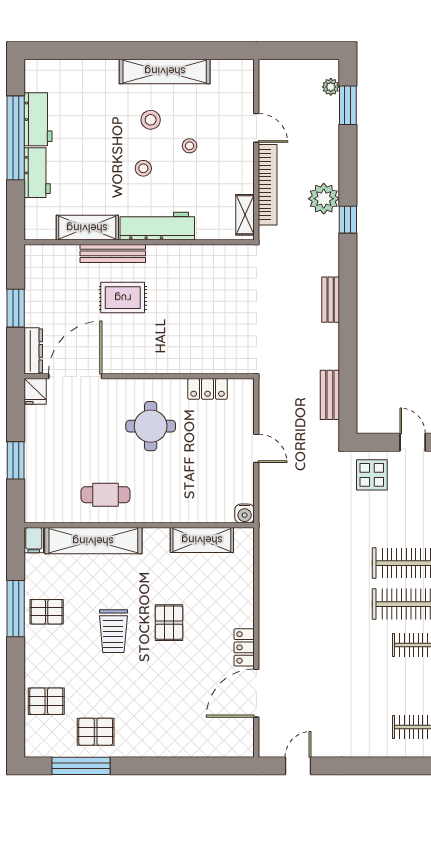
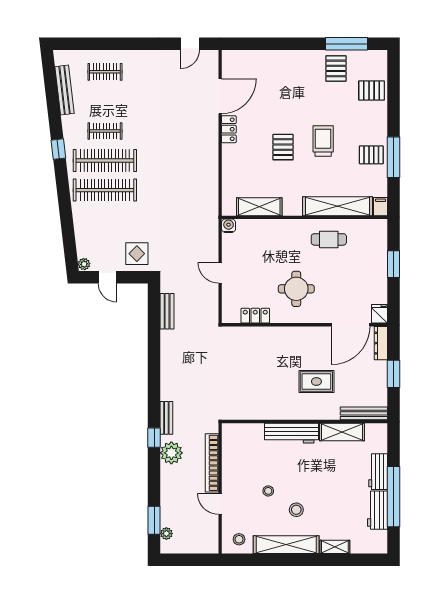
stool: (143, 168) -> (239, 539), moved
shelving: (245, 215) -> (335, 547), moved, turned 90
bench: (113, 253) -> (364, 413), moved
bench: (331, 300) -> (166, 418), moved
pallet: (96, 732) -> (336, 68), turned 90

